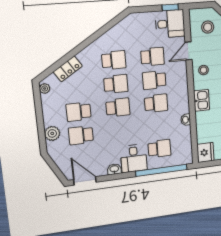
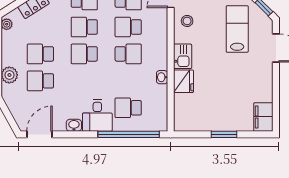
school desk: (116, 84) -> (84, 27), turned 180
school desk: (118, 107) -> (84, 54), turned 180
school desk: (159, 149) -> (128, 108), turned 180
fridge: (205, 152) -> (183, 81), moved
door: (85, 181) -> (39, 134), hinge flipped

